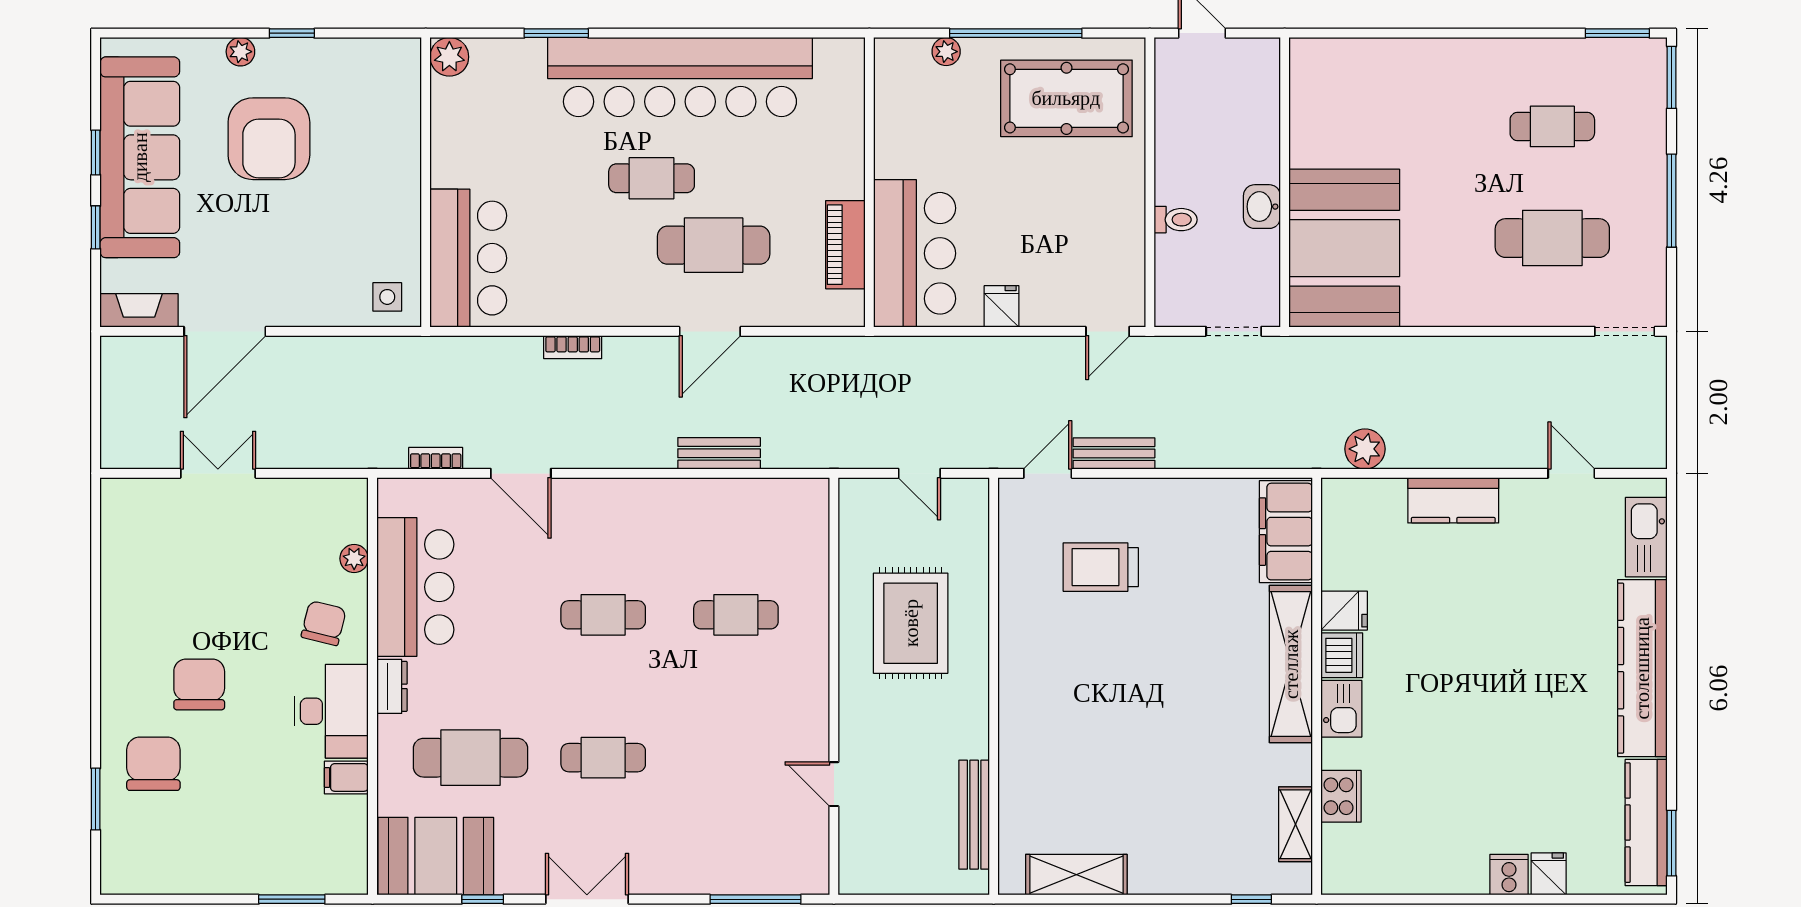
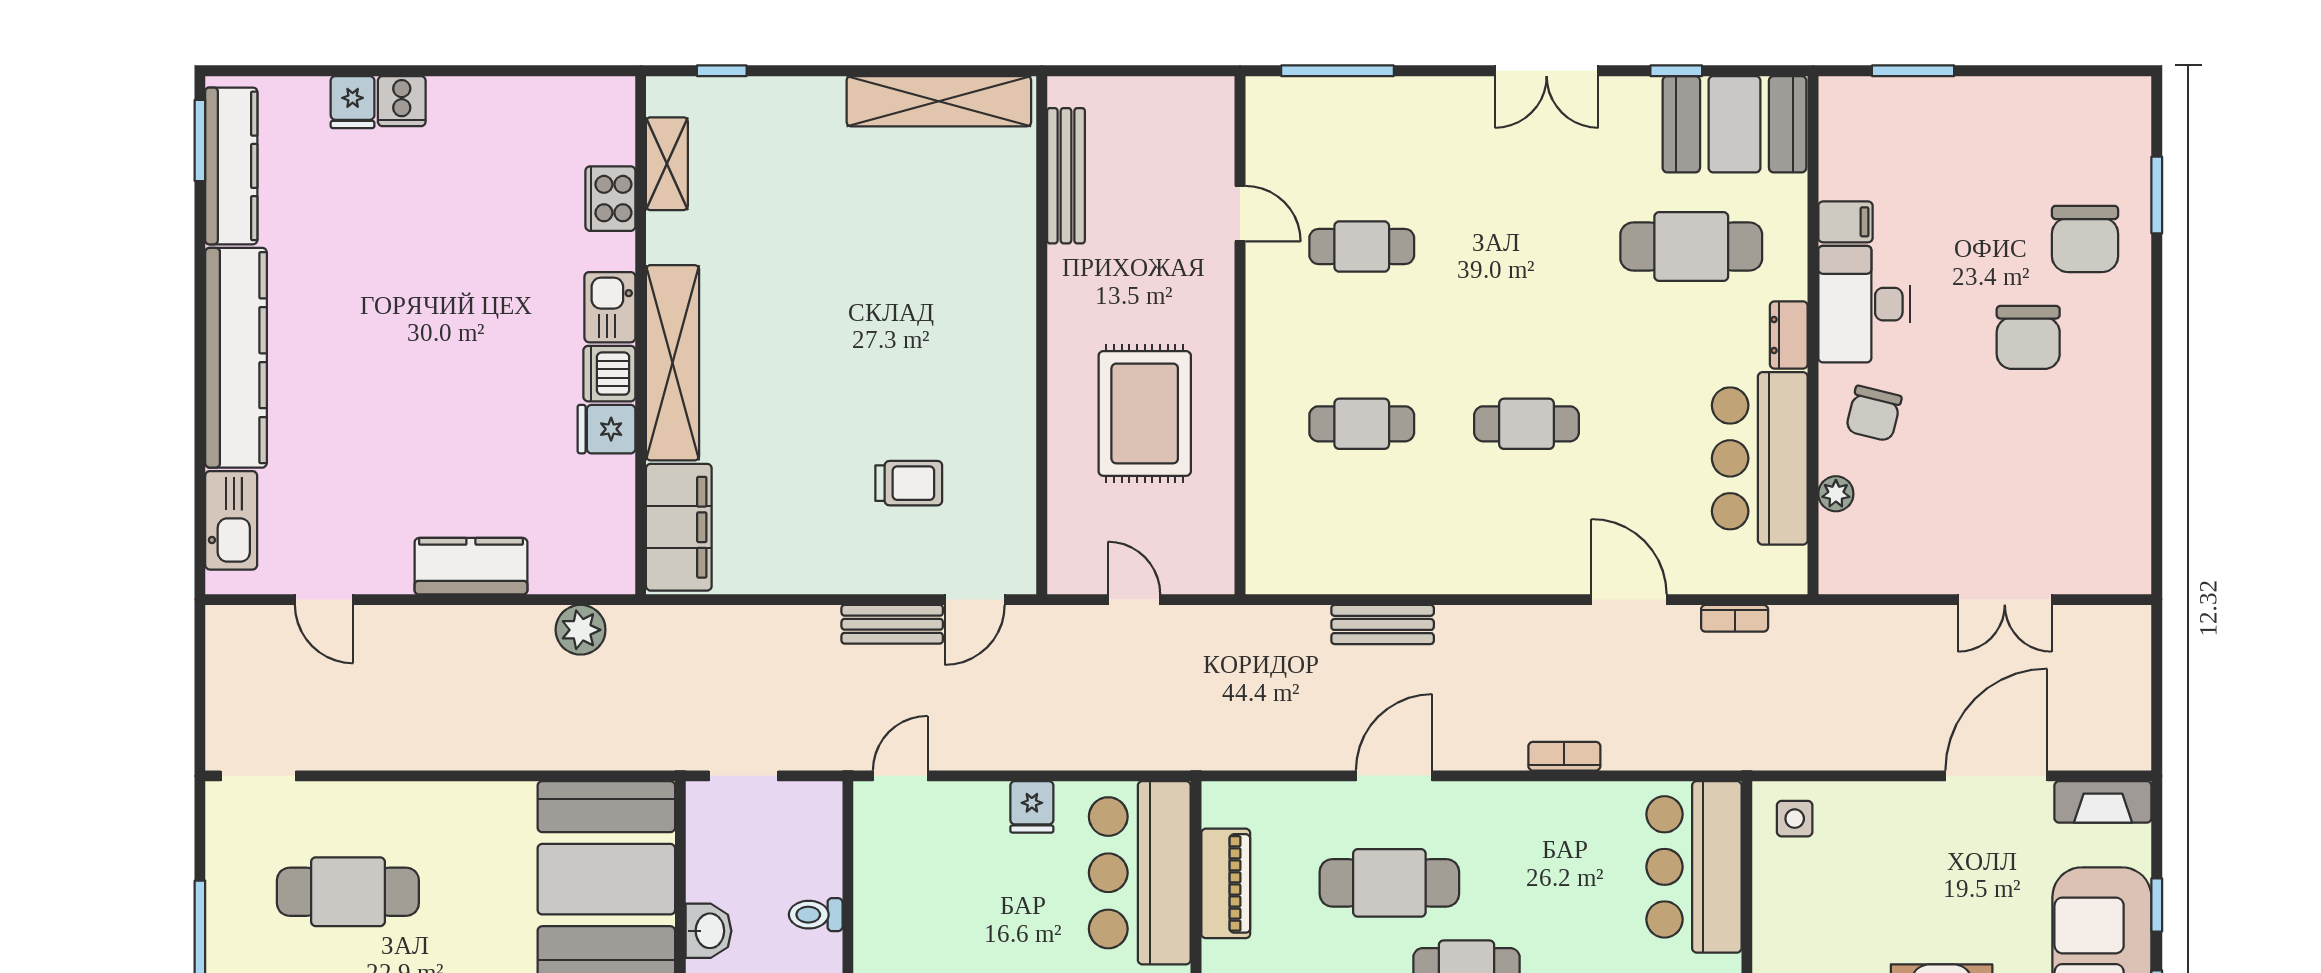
trolley: (1101, 567) -> (909, 483), width x0.73, depth x0.72
cafe table: (603, 758) -> (1362, 247), moved
shelving: (1076, 875) -> (939, 101), width x1.47

